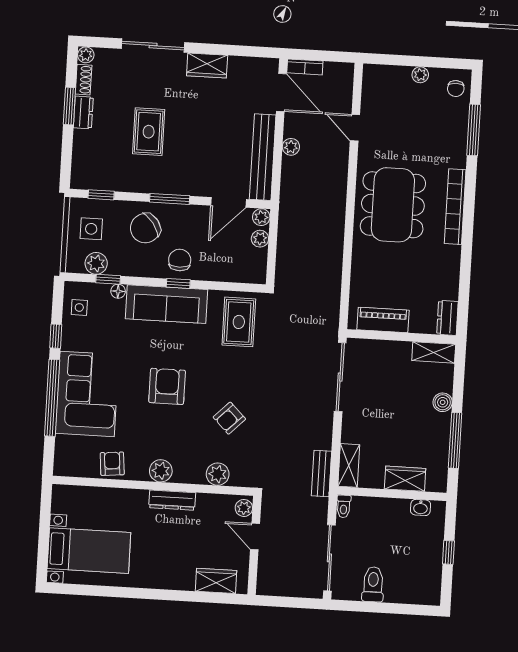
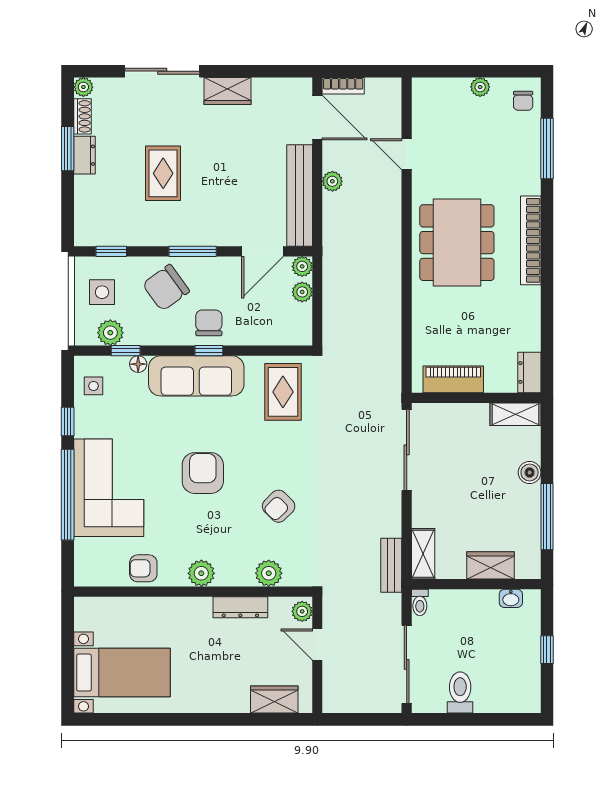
armchair: (112, 464) -> (143, 568), turned -85
dresser: (172, 500) -> (240, 607), moved

